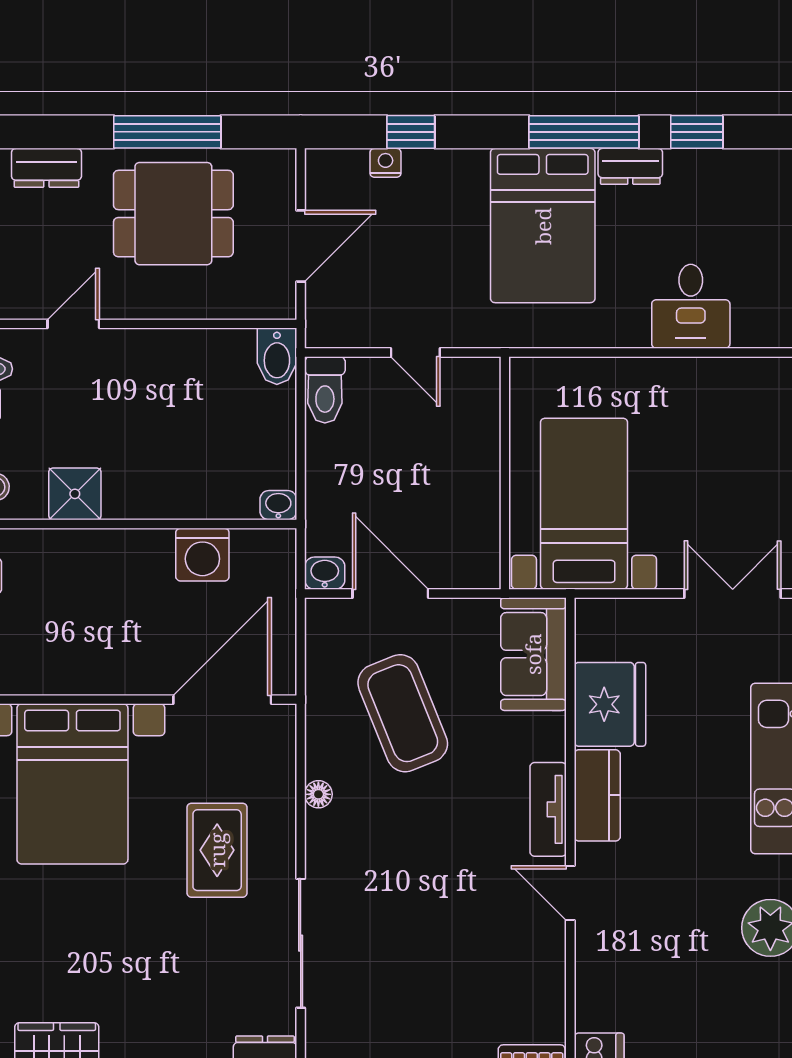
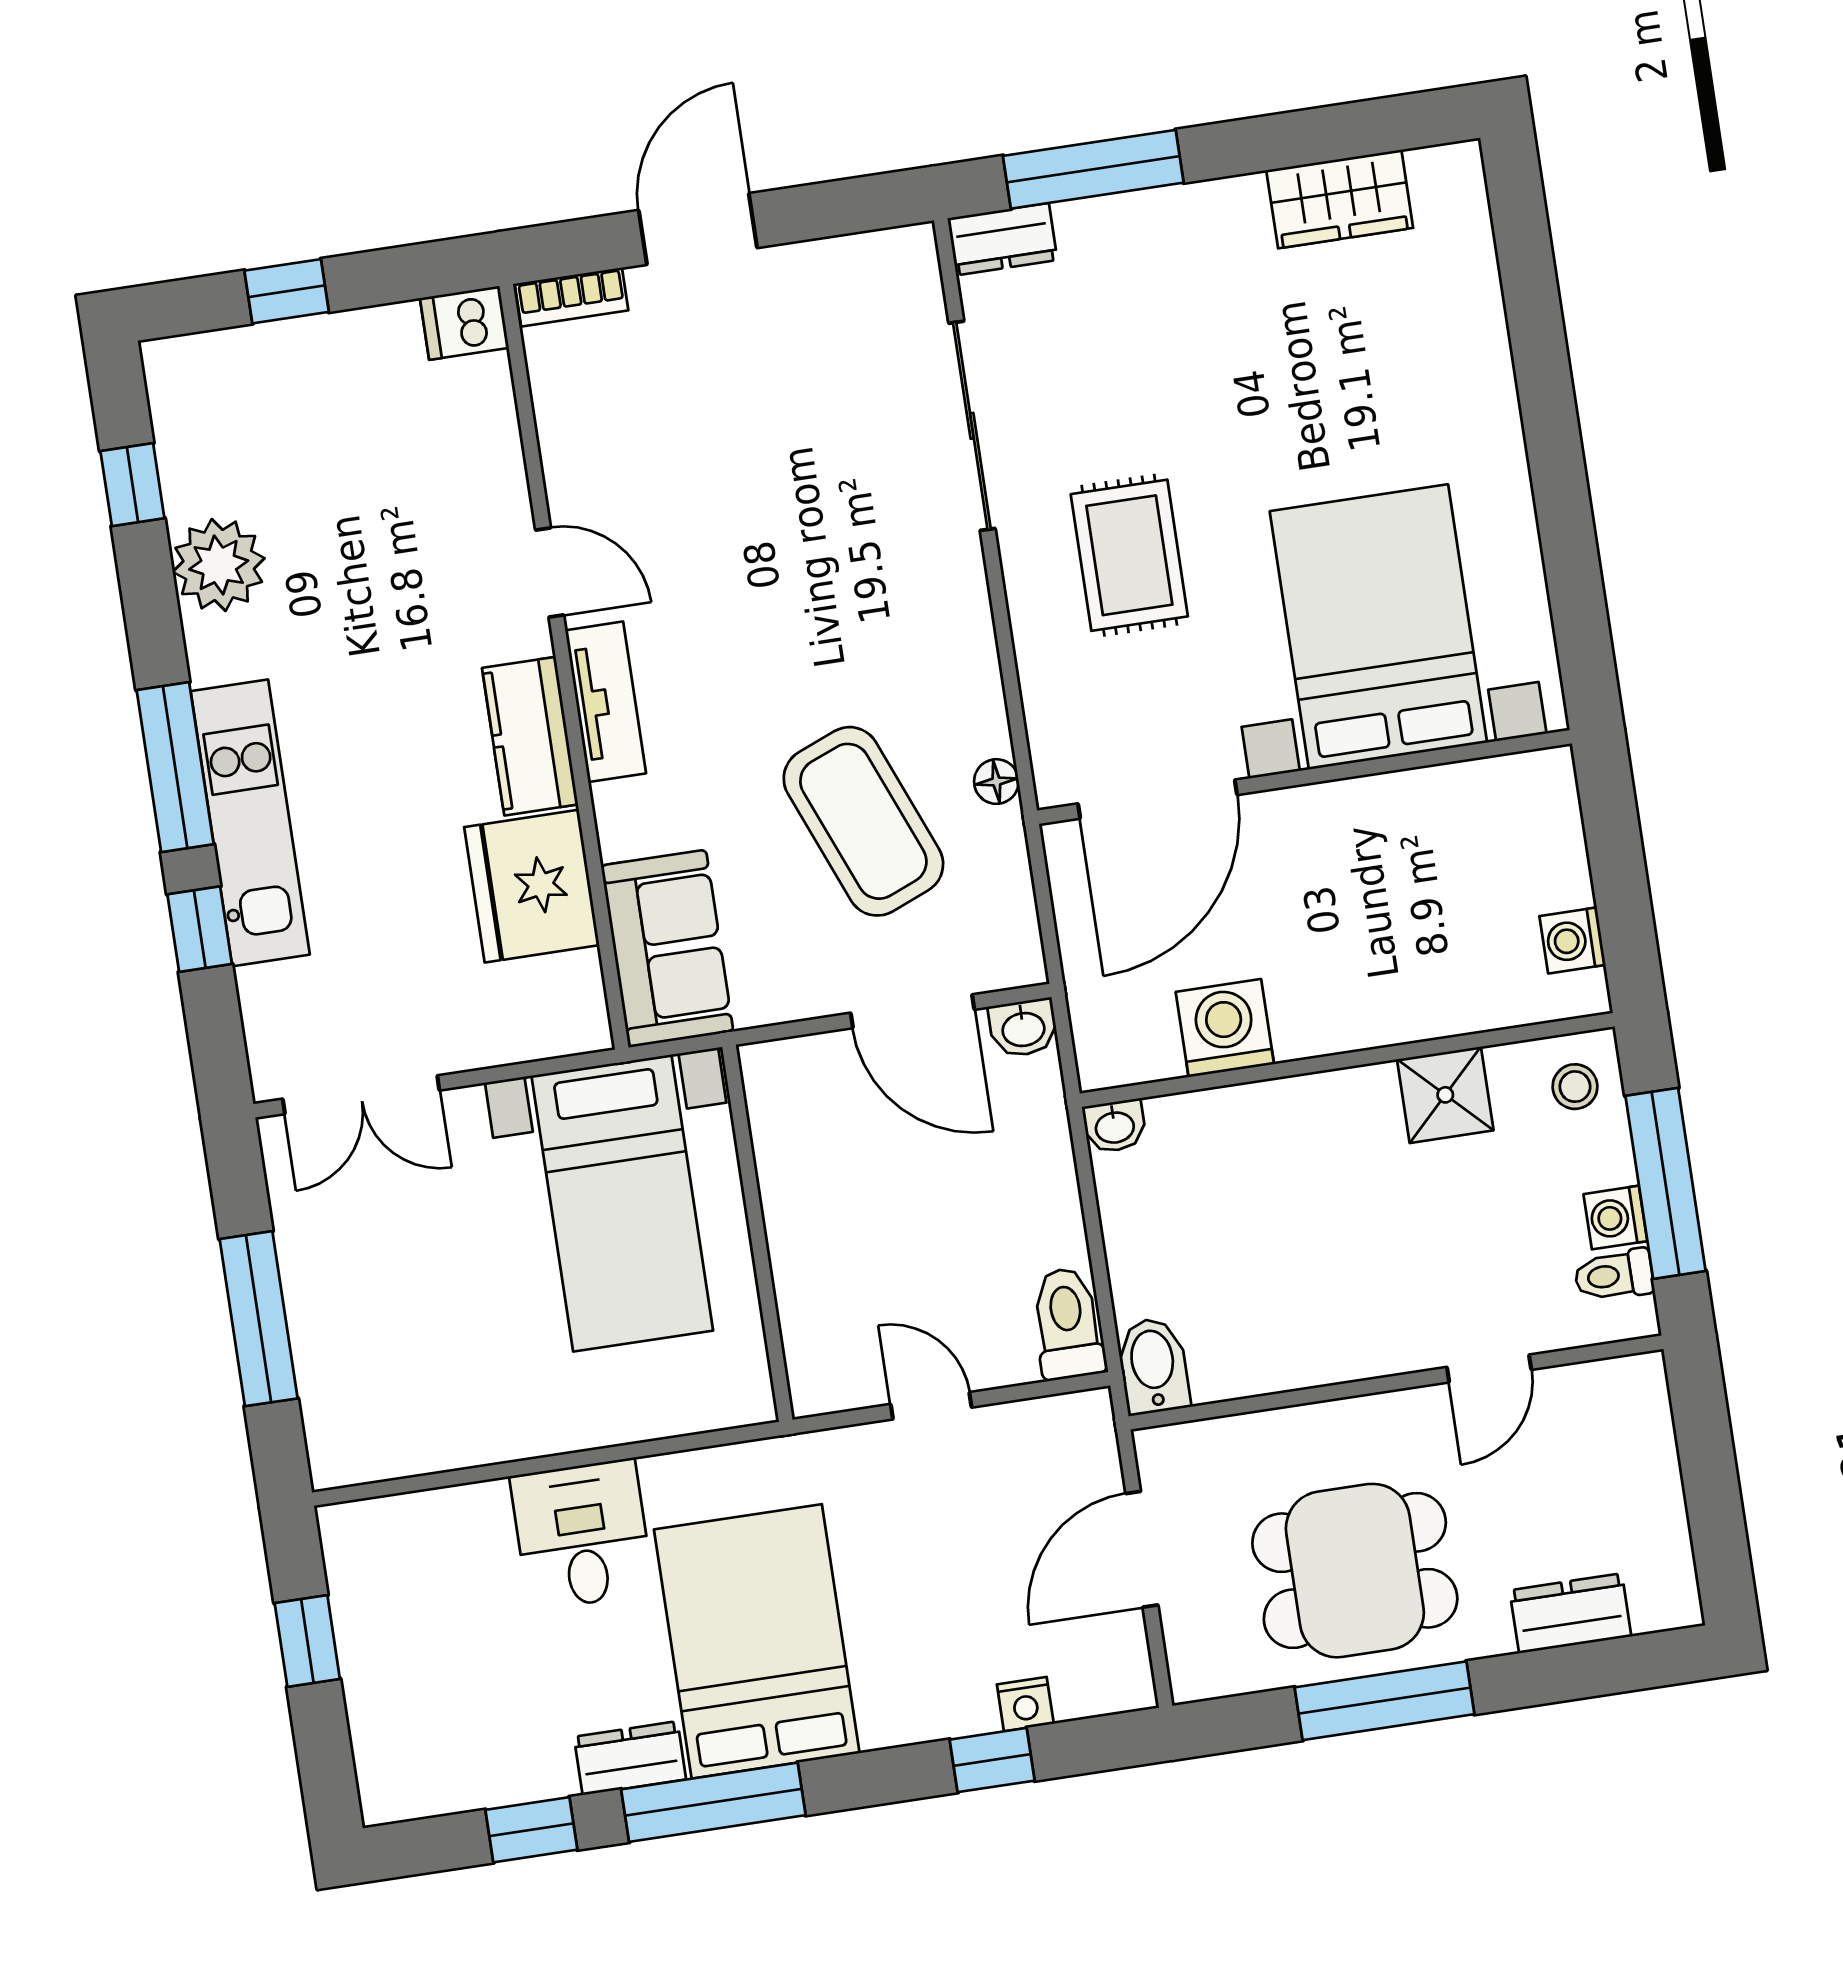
desk: (691, 306) -> (582, 1535), moved
floor lamp: (318, 794) -> (996, 782), moved

